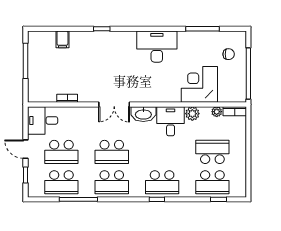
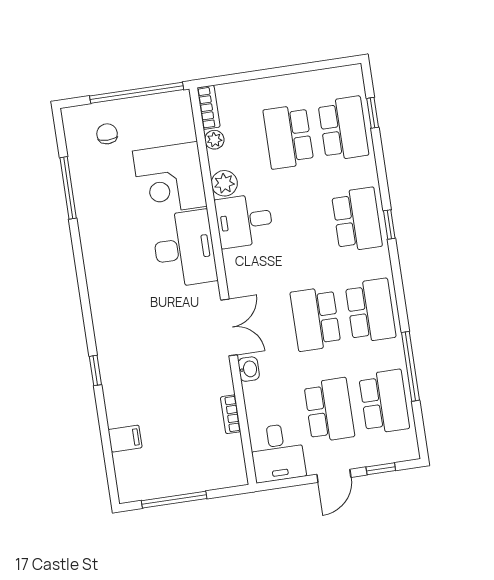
desk: (157, 47) -> (184, 249), moved, turned 180
washbasin: (143, 114) -> (249, 369), moved, width x0.52, depth x0.69
school desk: (112, 152) -> (316, 319), turned 180

